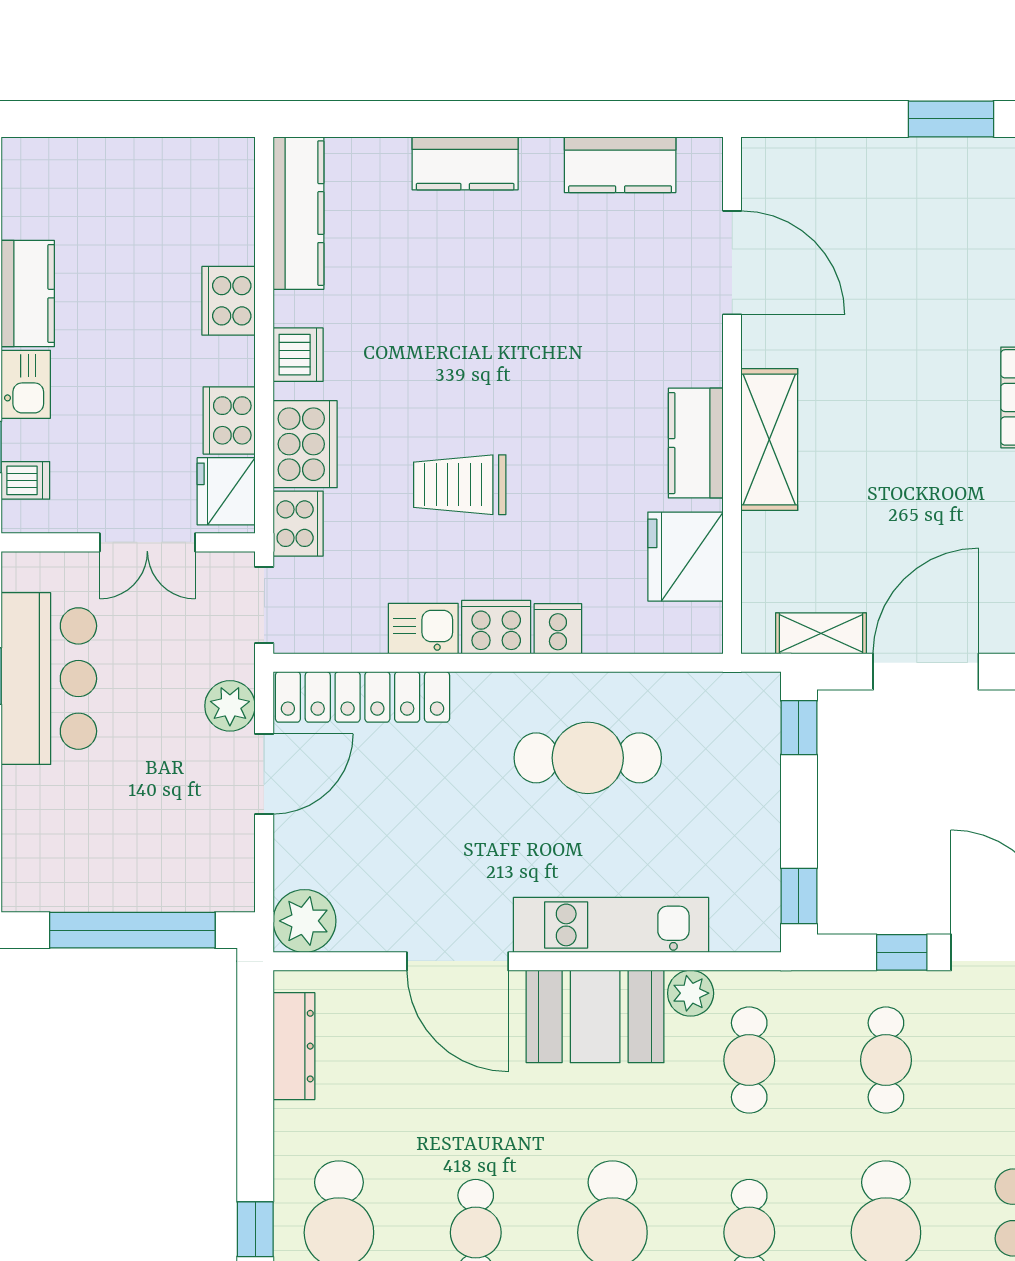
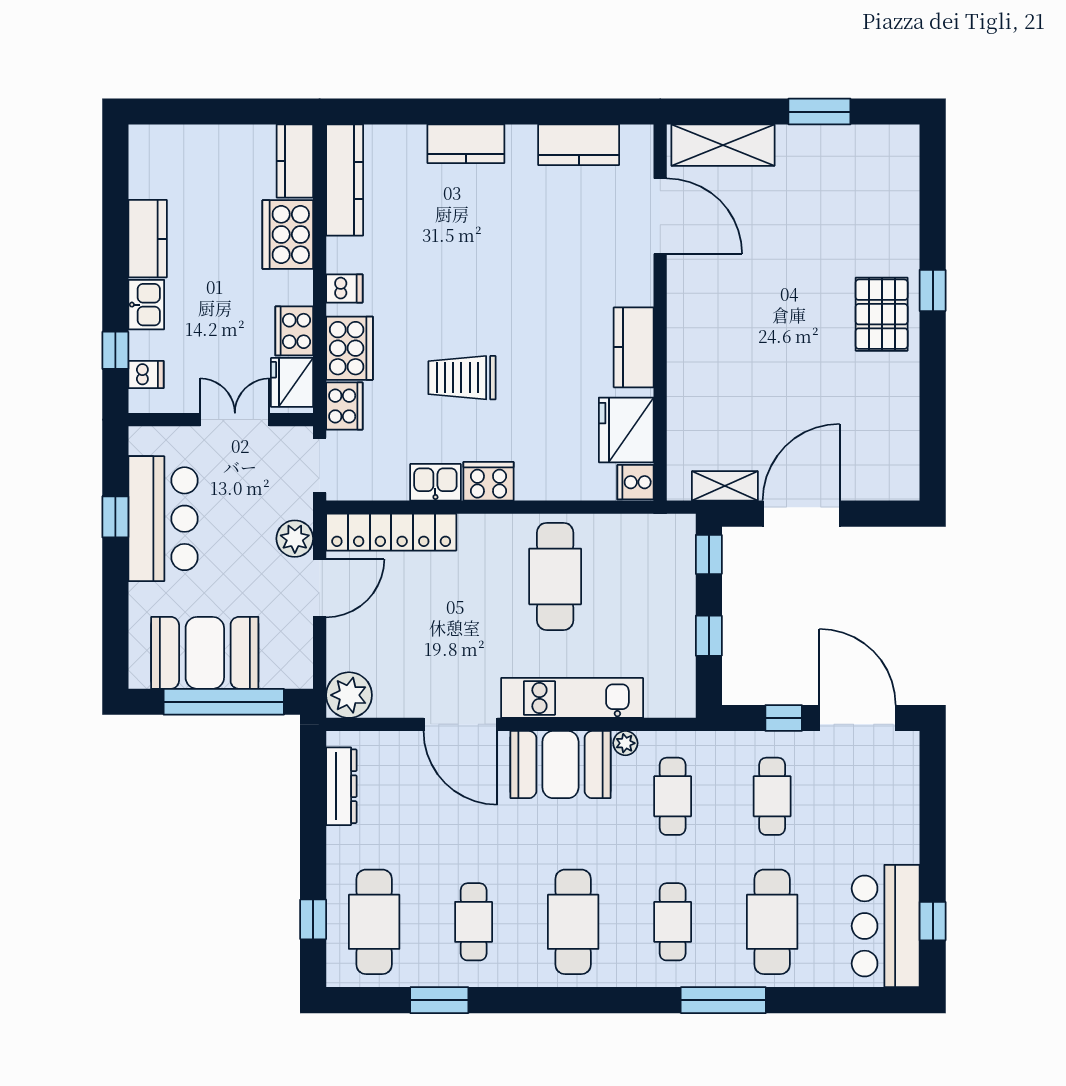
kitchen counter: (230, 187) -> (295, 161), added
cooker: (229, 301) -> (288, 235), width x1.37, depth x1.31
dishwasher: (298, 355) -> (344, 288), width x0.73
shelving: (769, 440) -> (723, 145), moved, turned 90
double door: (147, 542) -> (235, 420), swing flipped
cooker: (558, 629) -> (635, 482), moved, turned -90
cafe table: (588, 758) -> (555, 576), turned 90
booth: (106, 863) -> (205, 653), added
window: (799, 896) -> (709, 636), moved
plant: (691, 993) -> (625, 743), width x0.73, depth x0.73

